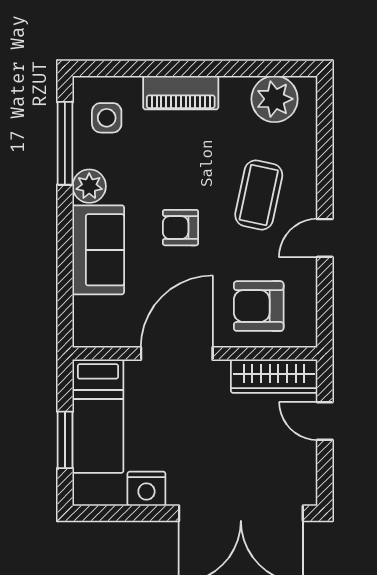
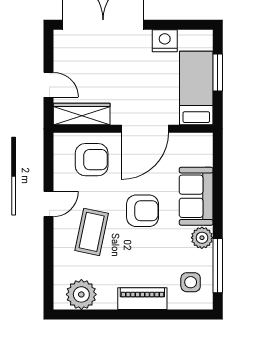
armchair: (180, 228) -> (143, 211), width x1.38, depth x1.38

